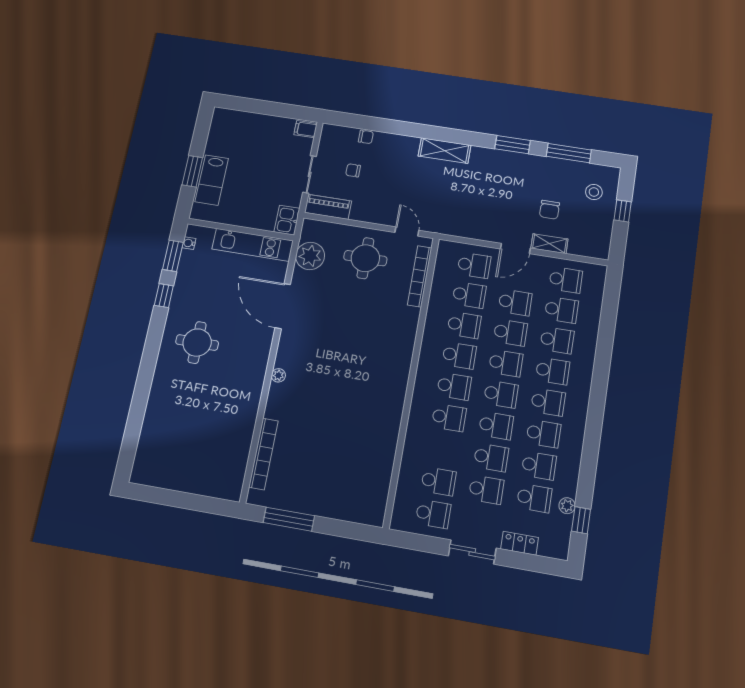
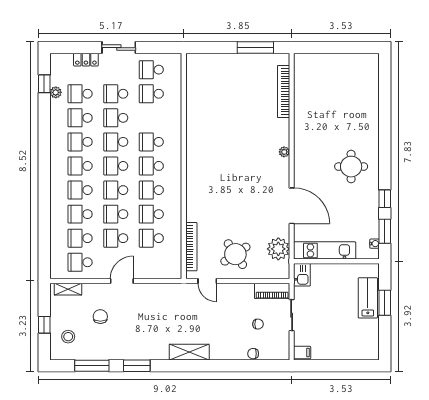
shelving: (549, 244) -> (68, 289), moved
round table: (365, 258) -> (235, 254), turned -34
school desk: (474, 265) -> (151, 262), removed

